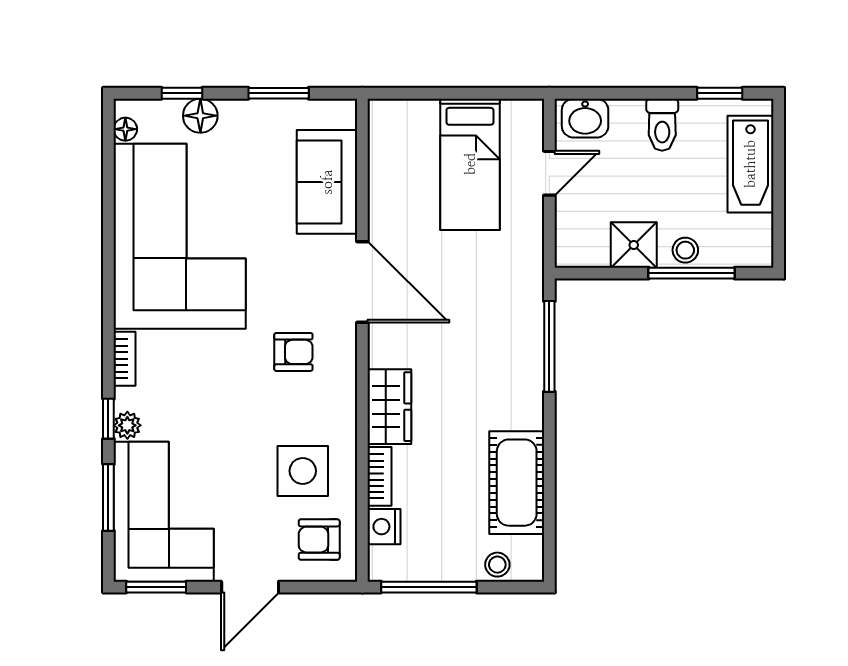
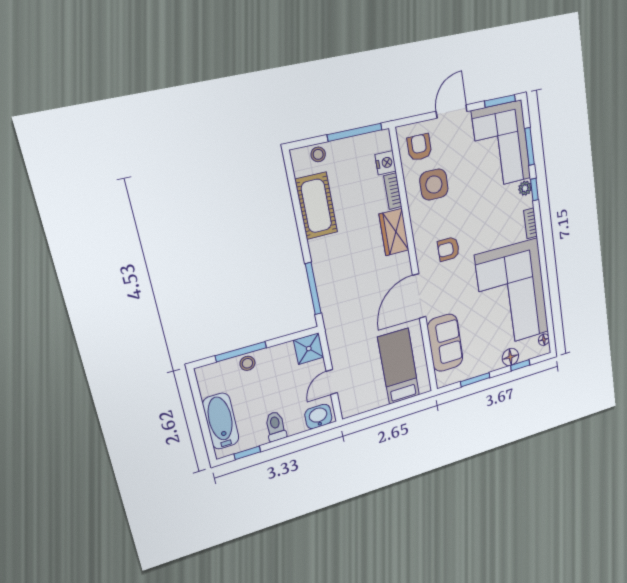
bed: (470, 164) -> (399, 366), moved
shower: (634, 245) -> (309, 349), moved
door: (362, 282) -> (419, 296), hinge flipped
armchair: (319, 540) -> (419, 147), turned -90

